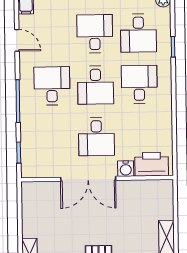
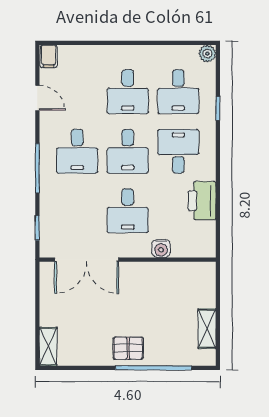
desk: (95, 34) -> (128, 92), turned 180
desk: (52, 86) -> (77, 151), turned 180
printer: (152, 164) -> (202, 201), moved, turned -90
double door: (88, 179) -> (87, 260), moved

